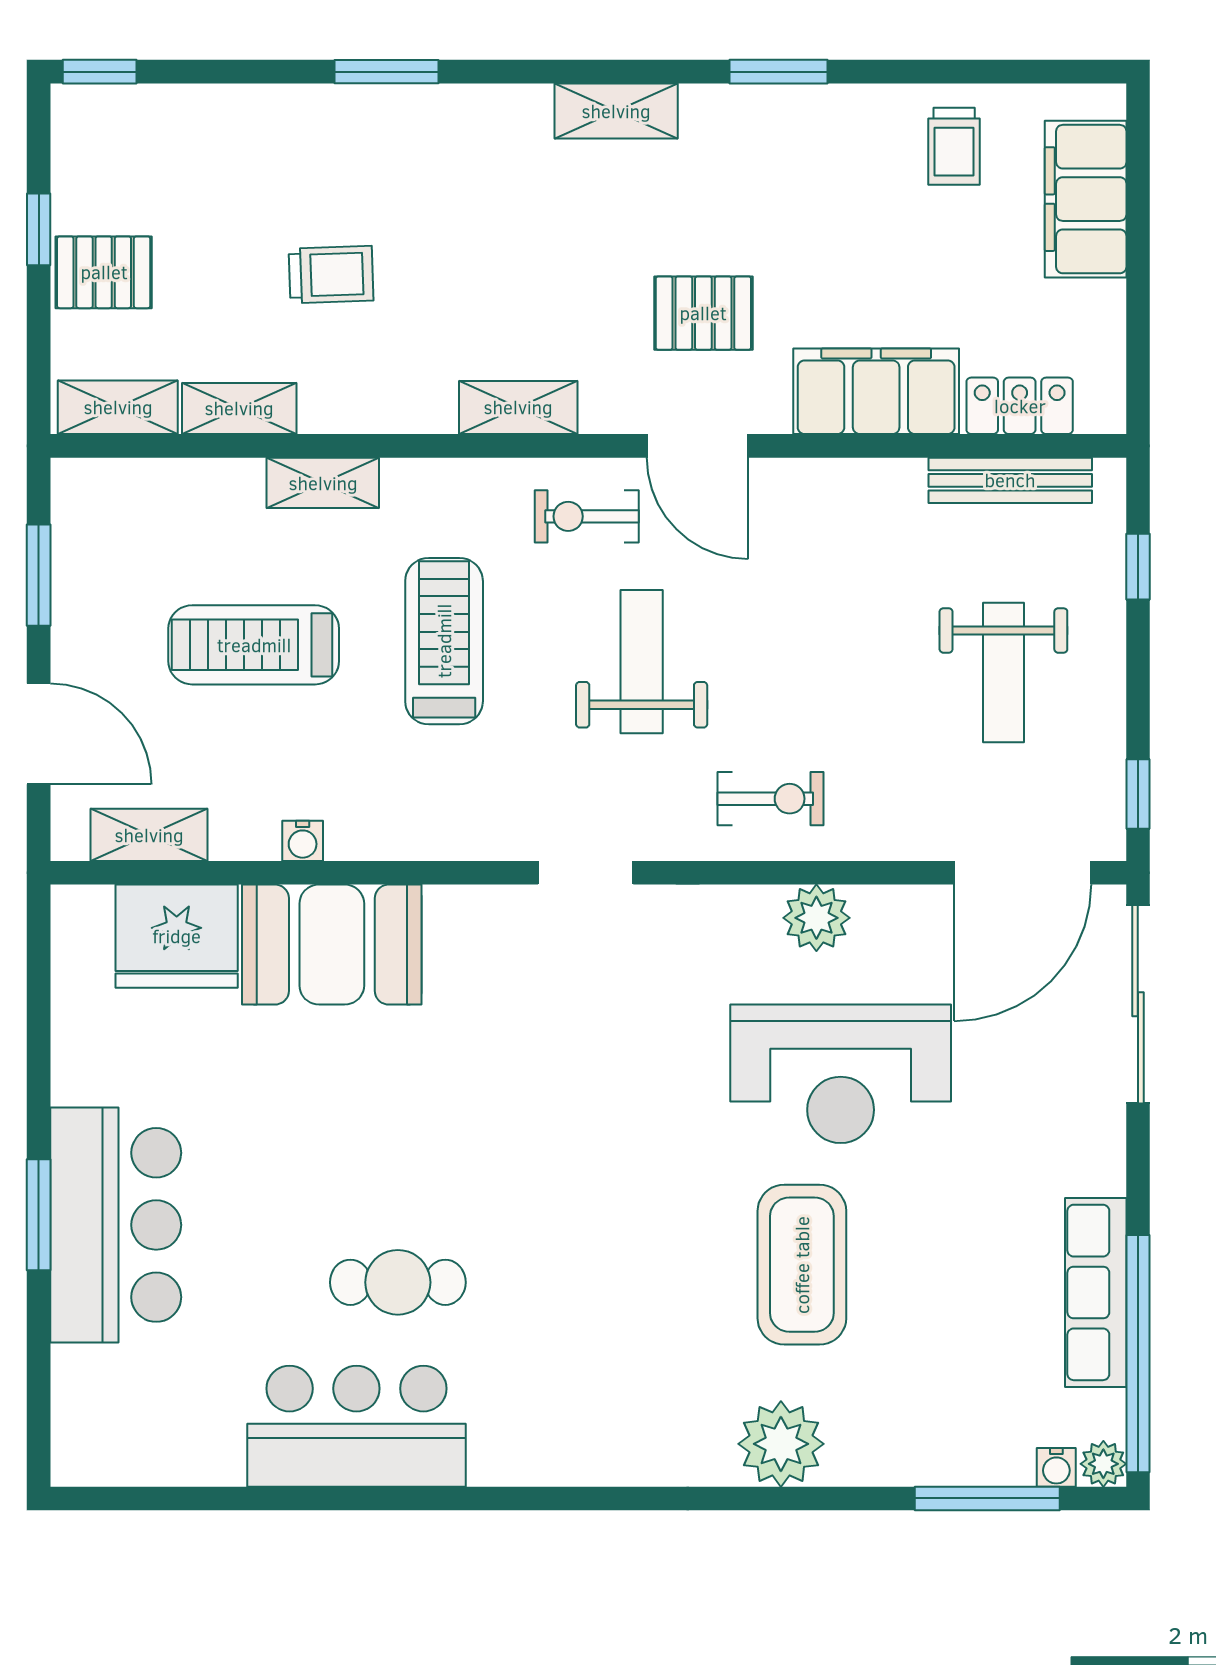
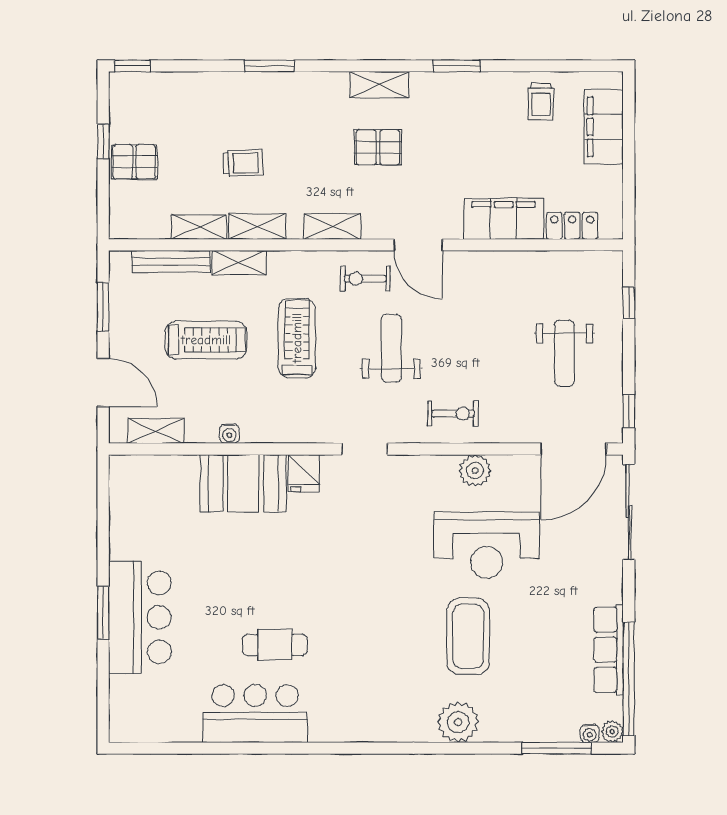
pallet: (703, 313) -> (378, 147), moved
shelving: (118, 407) -> (257, 226), moved
bench: (1010, 480) -> (171, 261), moved
treadmill: (254, 645) -> (206, 340), turned 180
fridge: (177, 936) -> (304, 473), moved, width x0.53, depth x0.75

